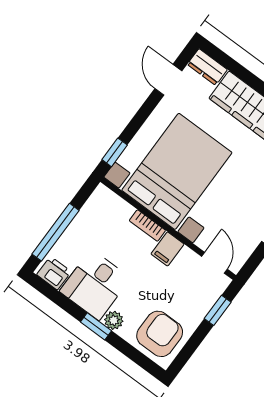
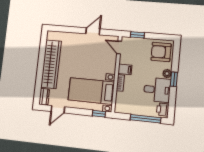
bed with nightstands: (177, 171) -> (91, 91), width x0.73
door: (215, 263) -> (119, 48), hinge flipped

